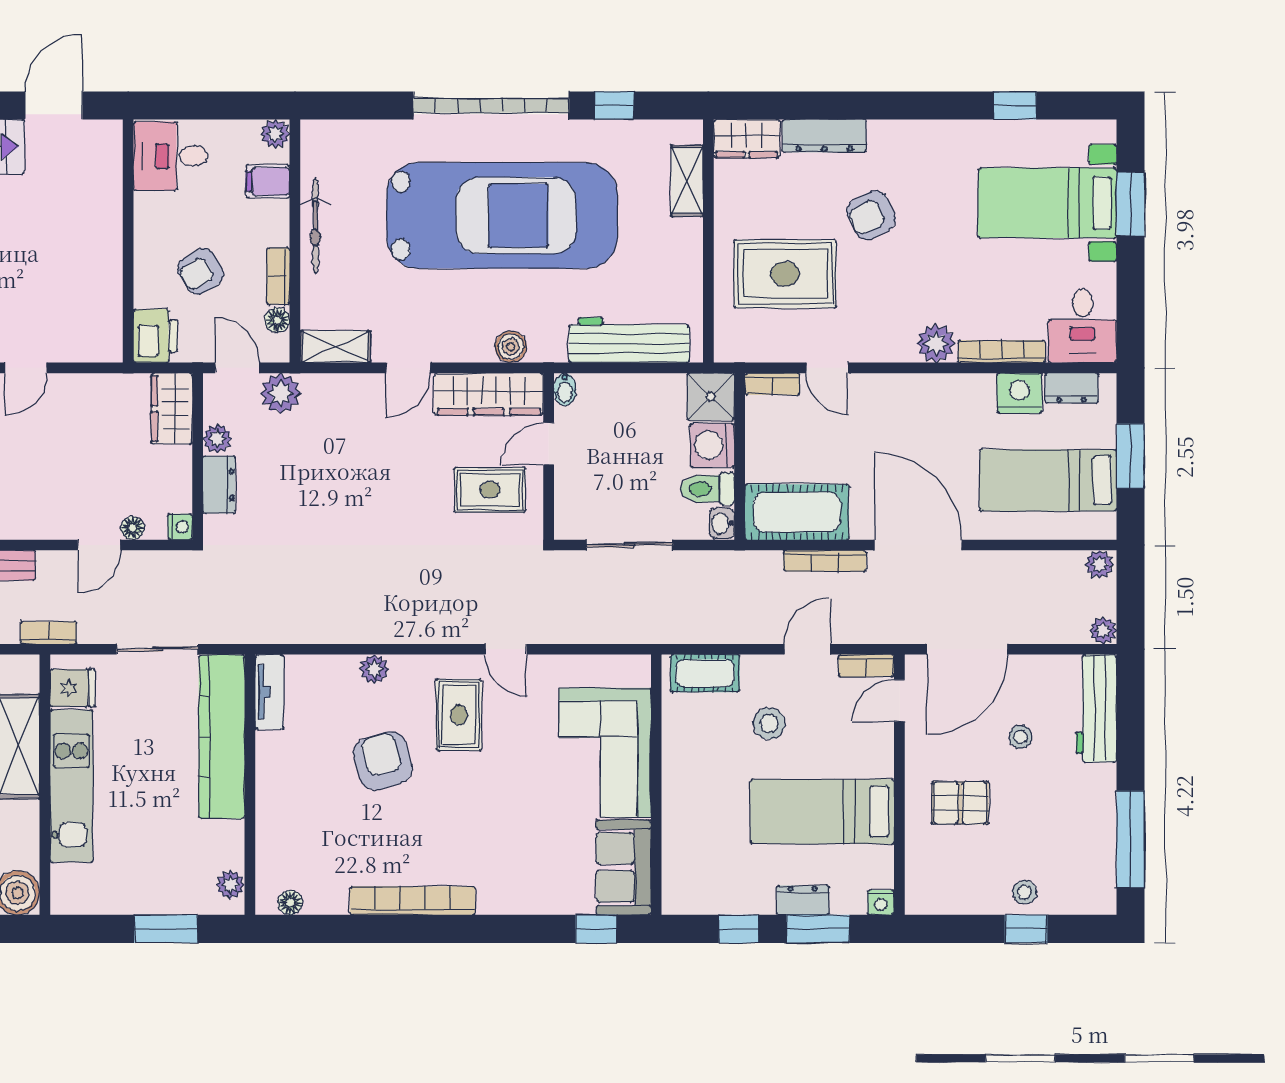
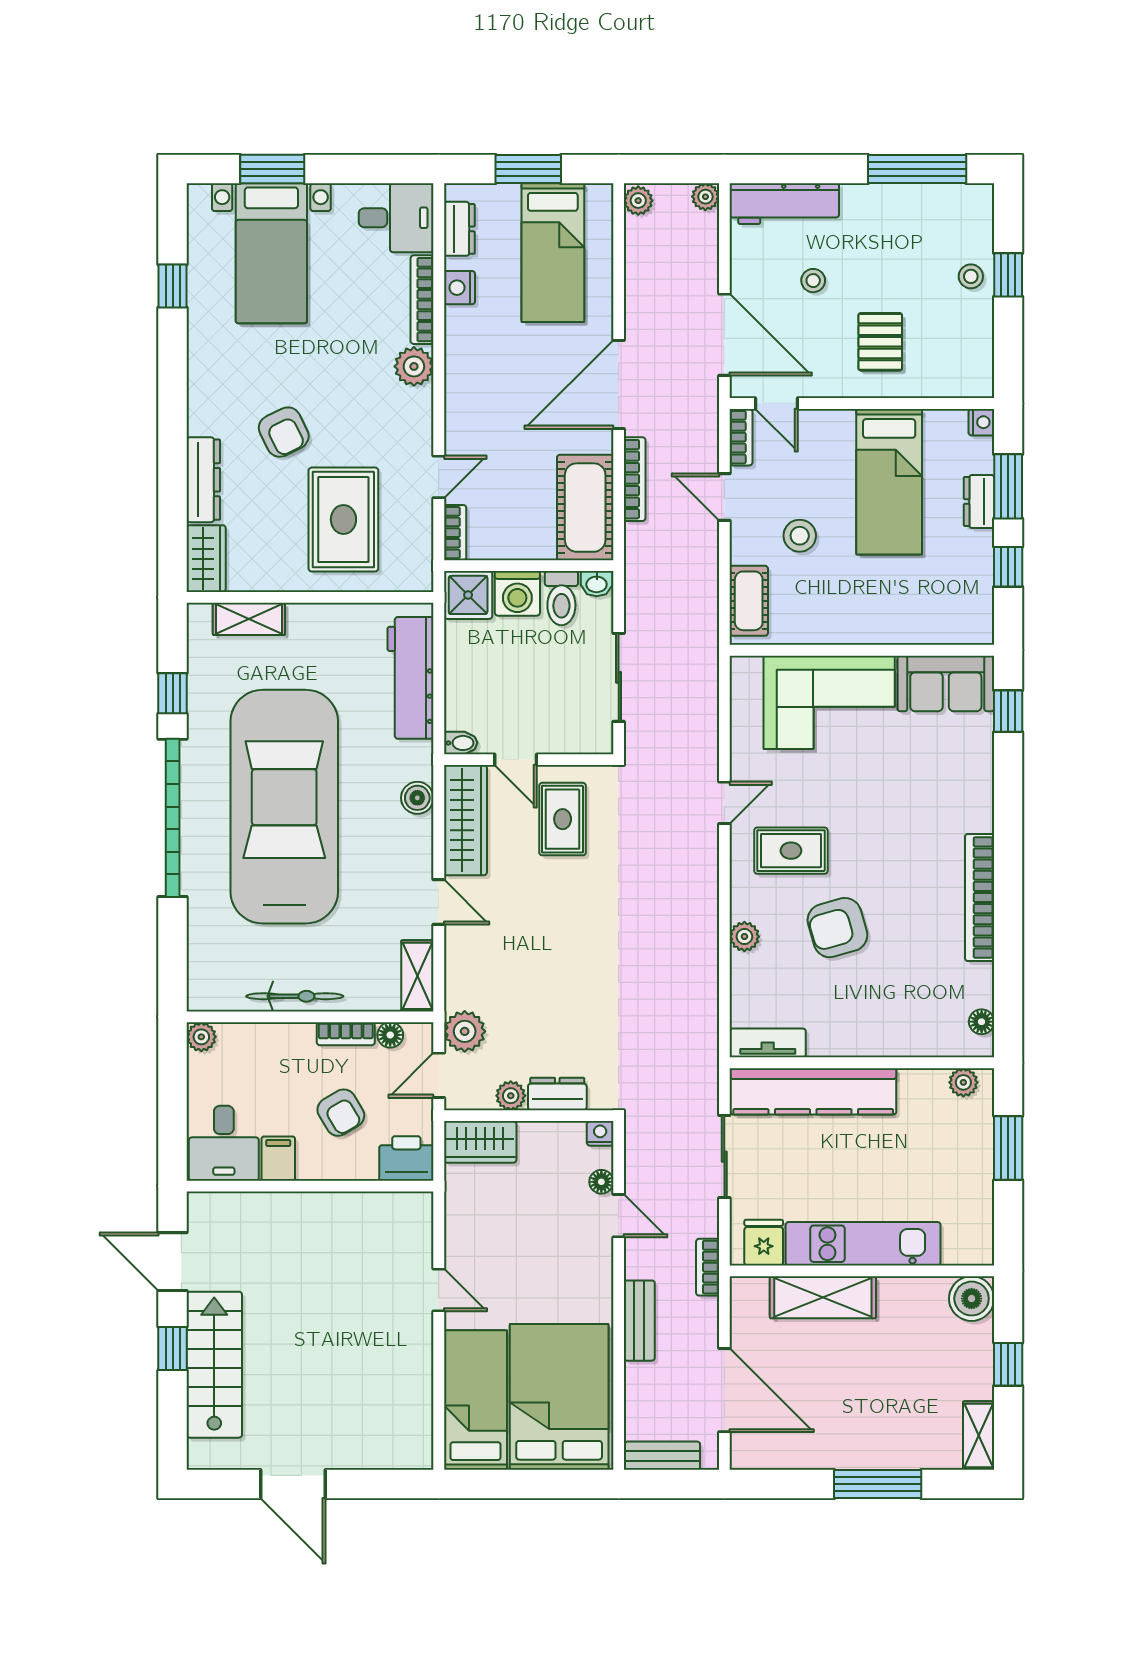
filing cabinet: (268, 181) -> (278, 1159), moved, turned 180
nightstand: (1019, 393) -> (459, 288), width x0.74, depth x0.75

